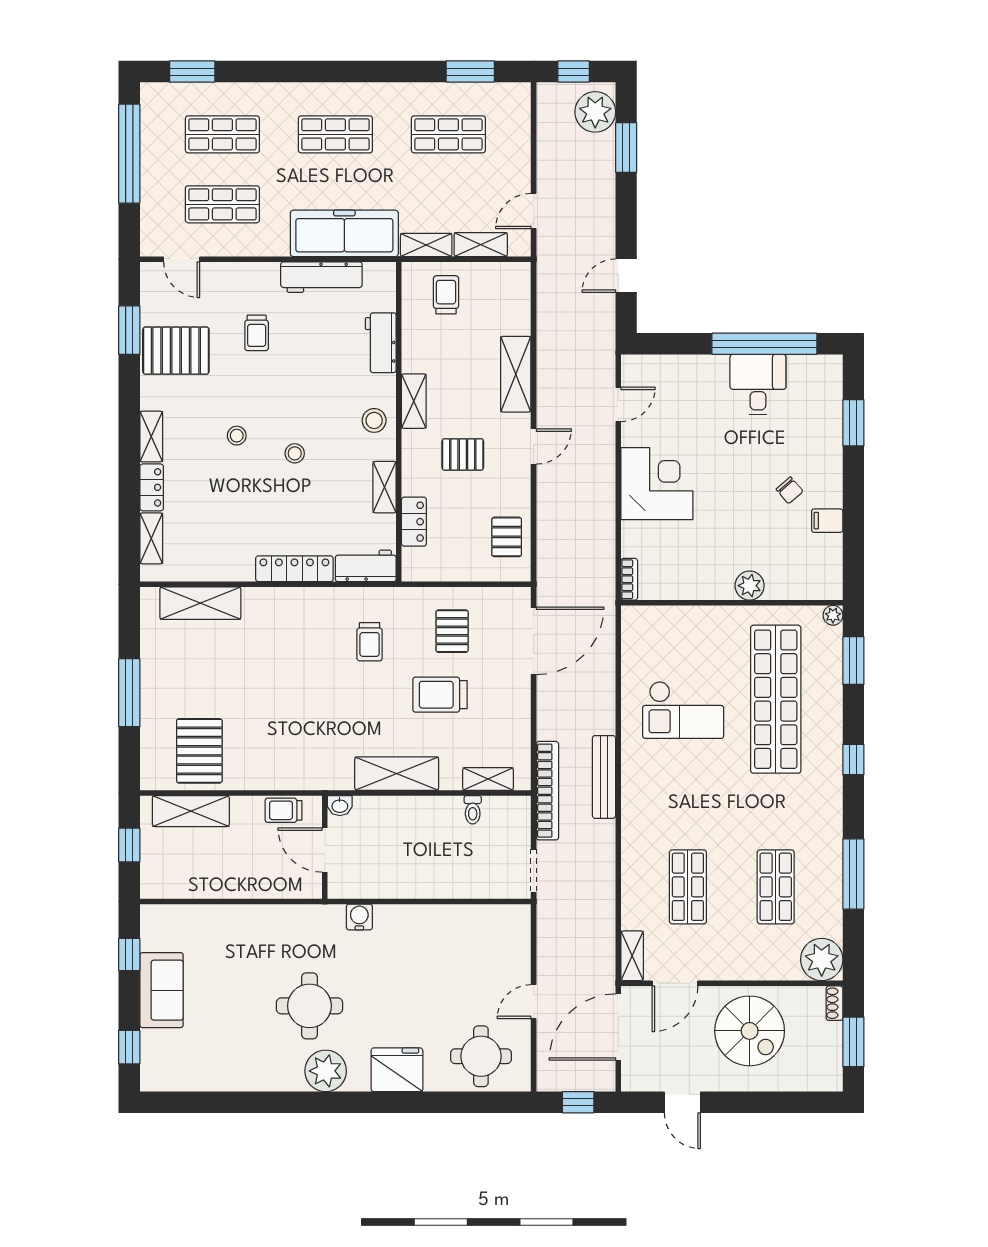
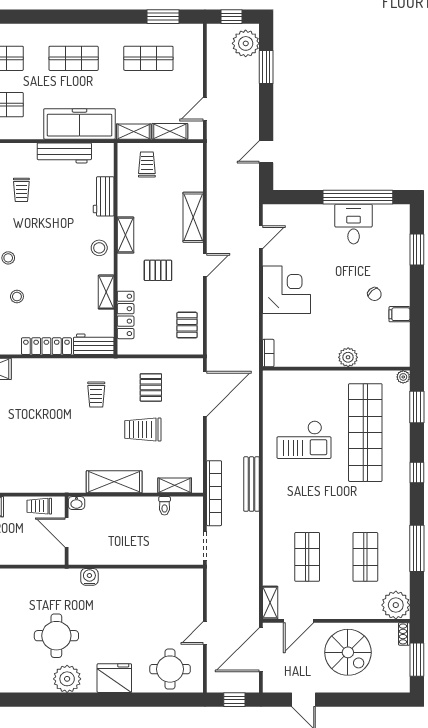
stool: (295, 453) -> (17, 297), moved
locker: (414, 522) -> (126, 315), width x1.53

